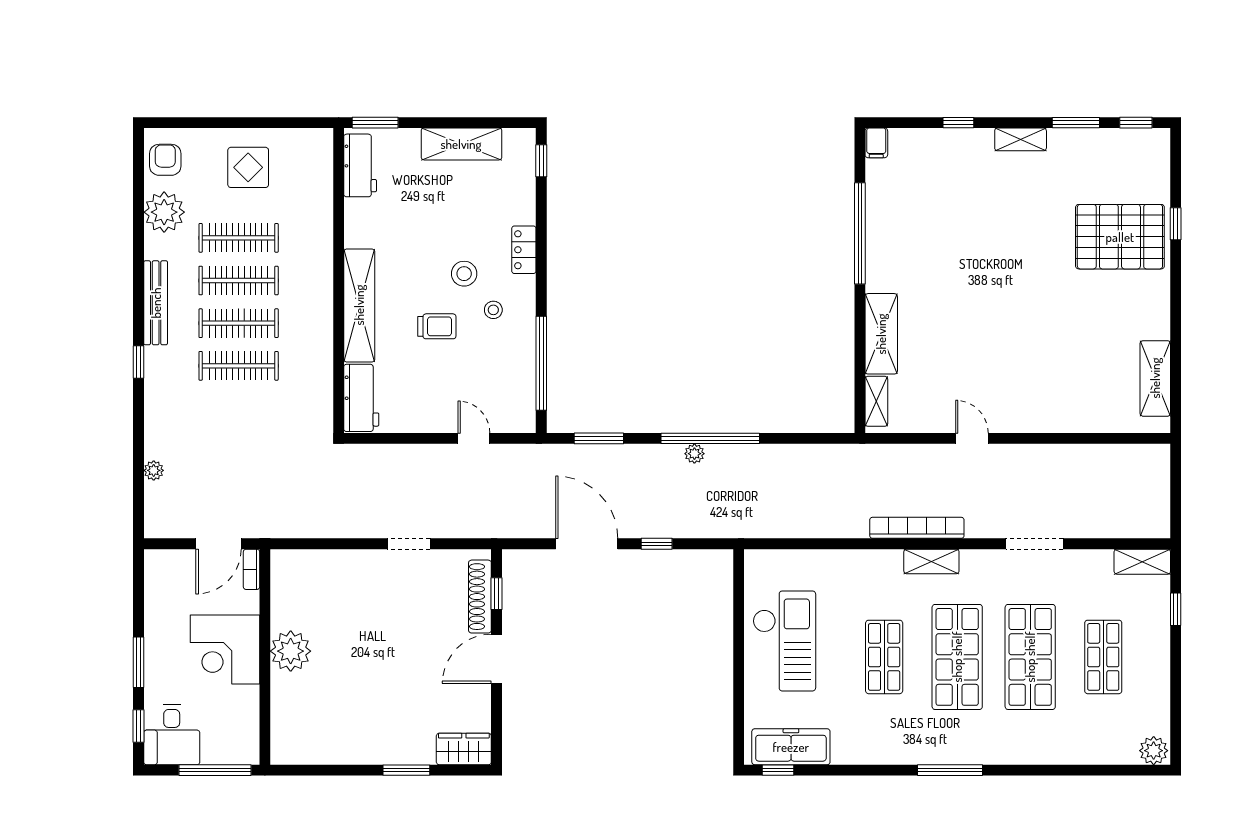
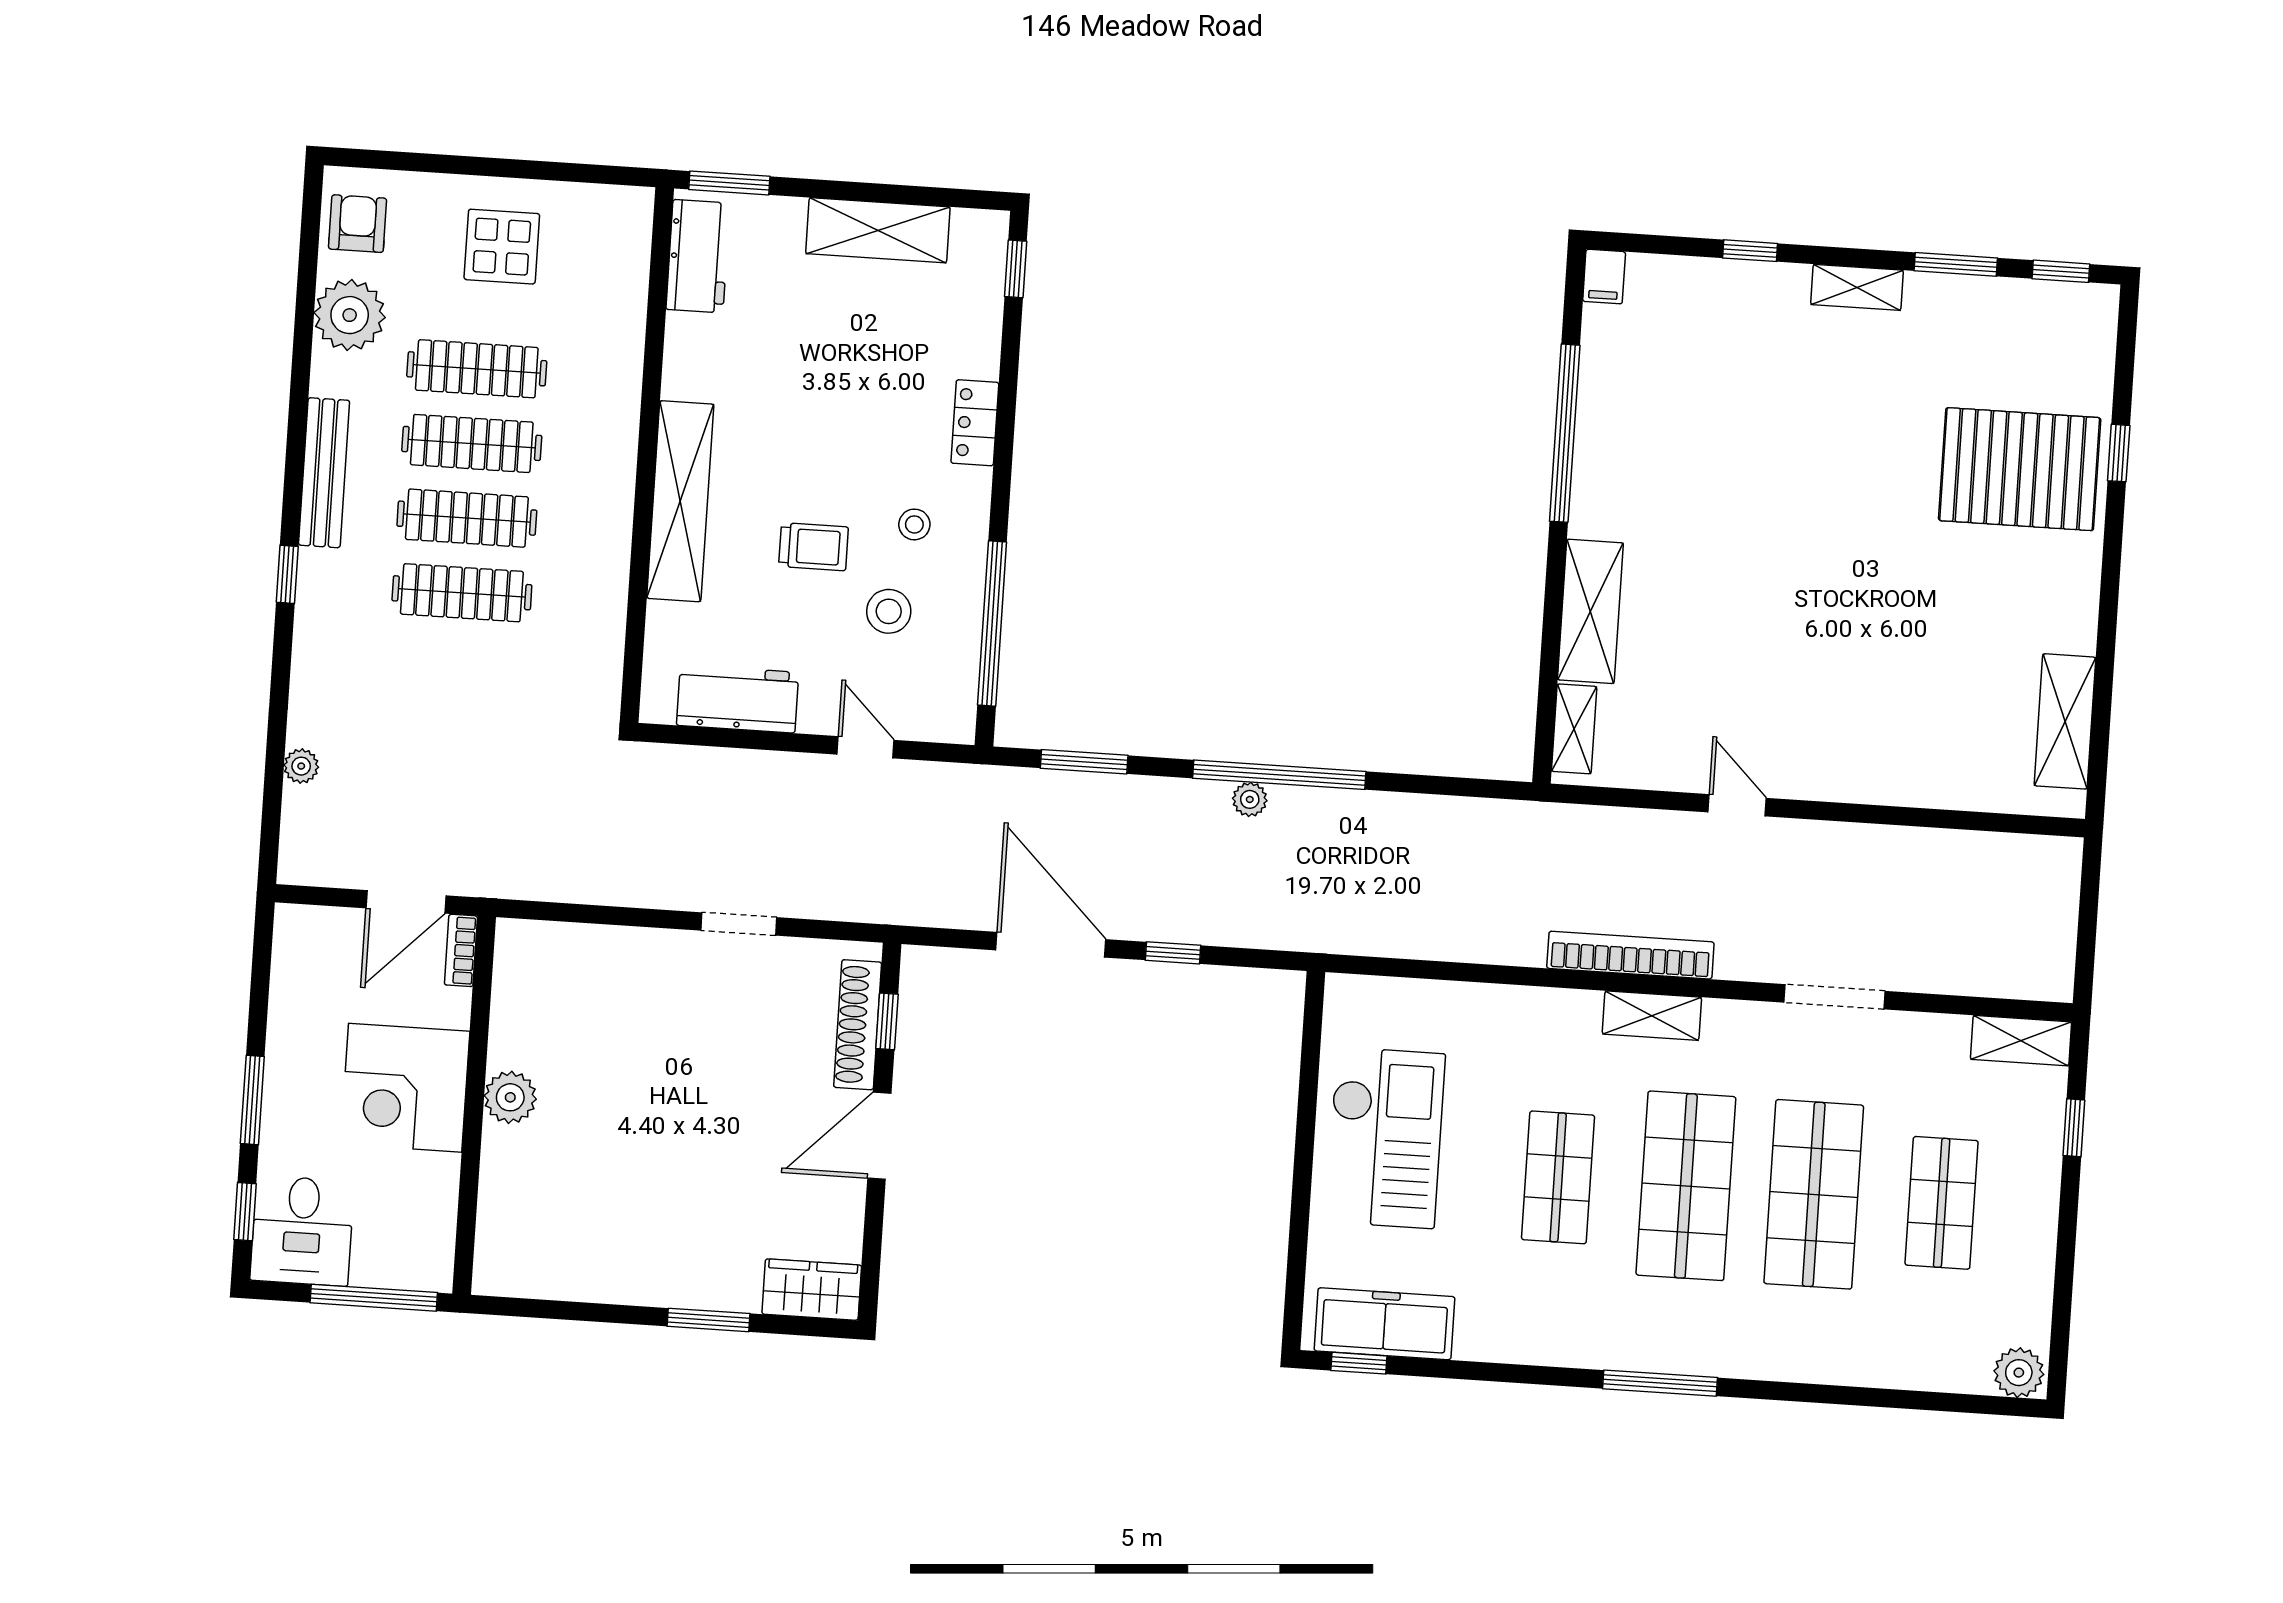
stool: (464, 274) -> (889, 611), moved
workbench: (361, 398) -> (738, 699), moved, turned -90
plant: (291, 651) -> (510, 1097), width x0.73, depth x0.73

